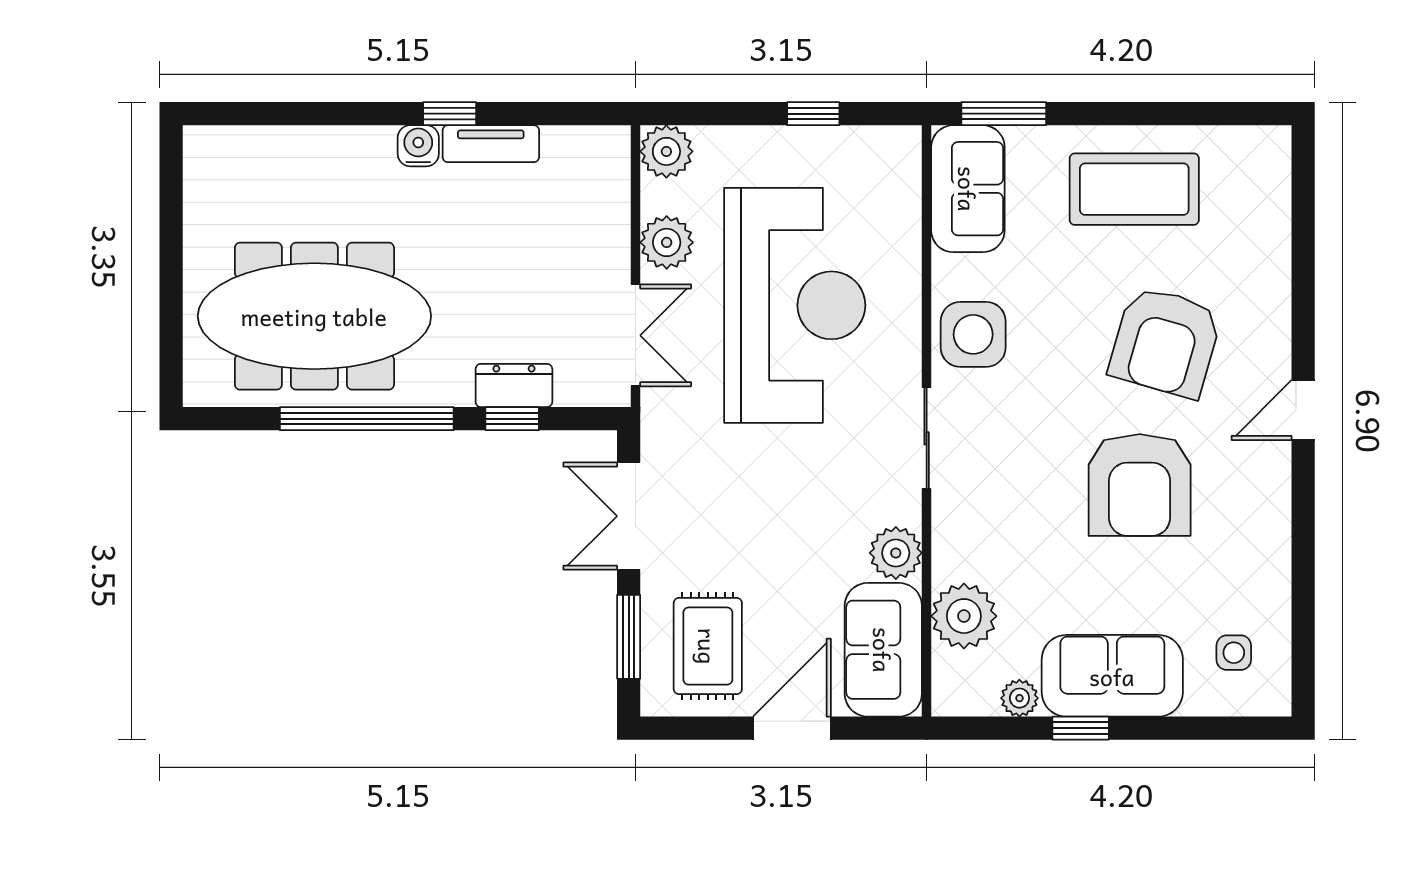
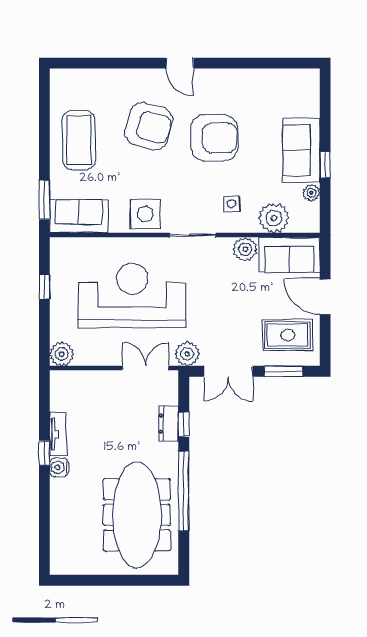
plant: (667, 242) -> (187, 354), moved
side table: (1234, 653) -> (232, 204), moved

